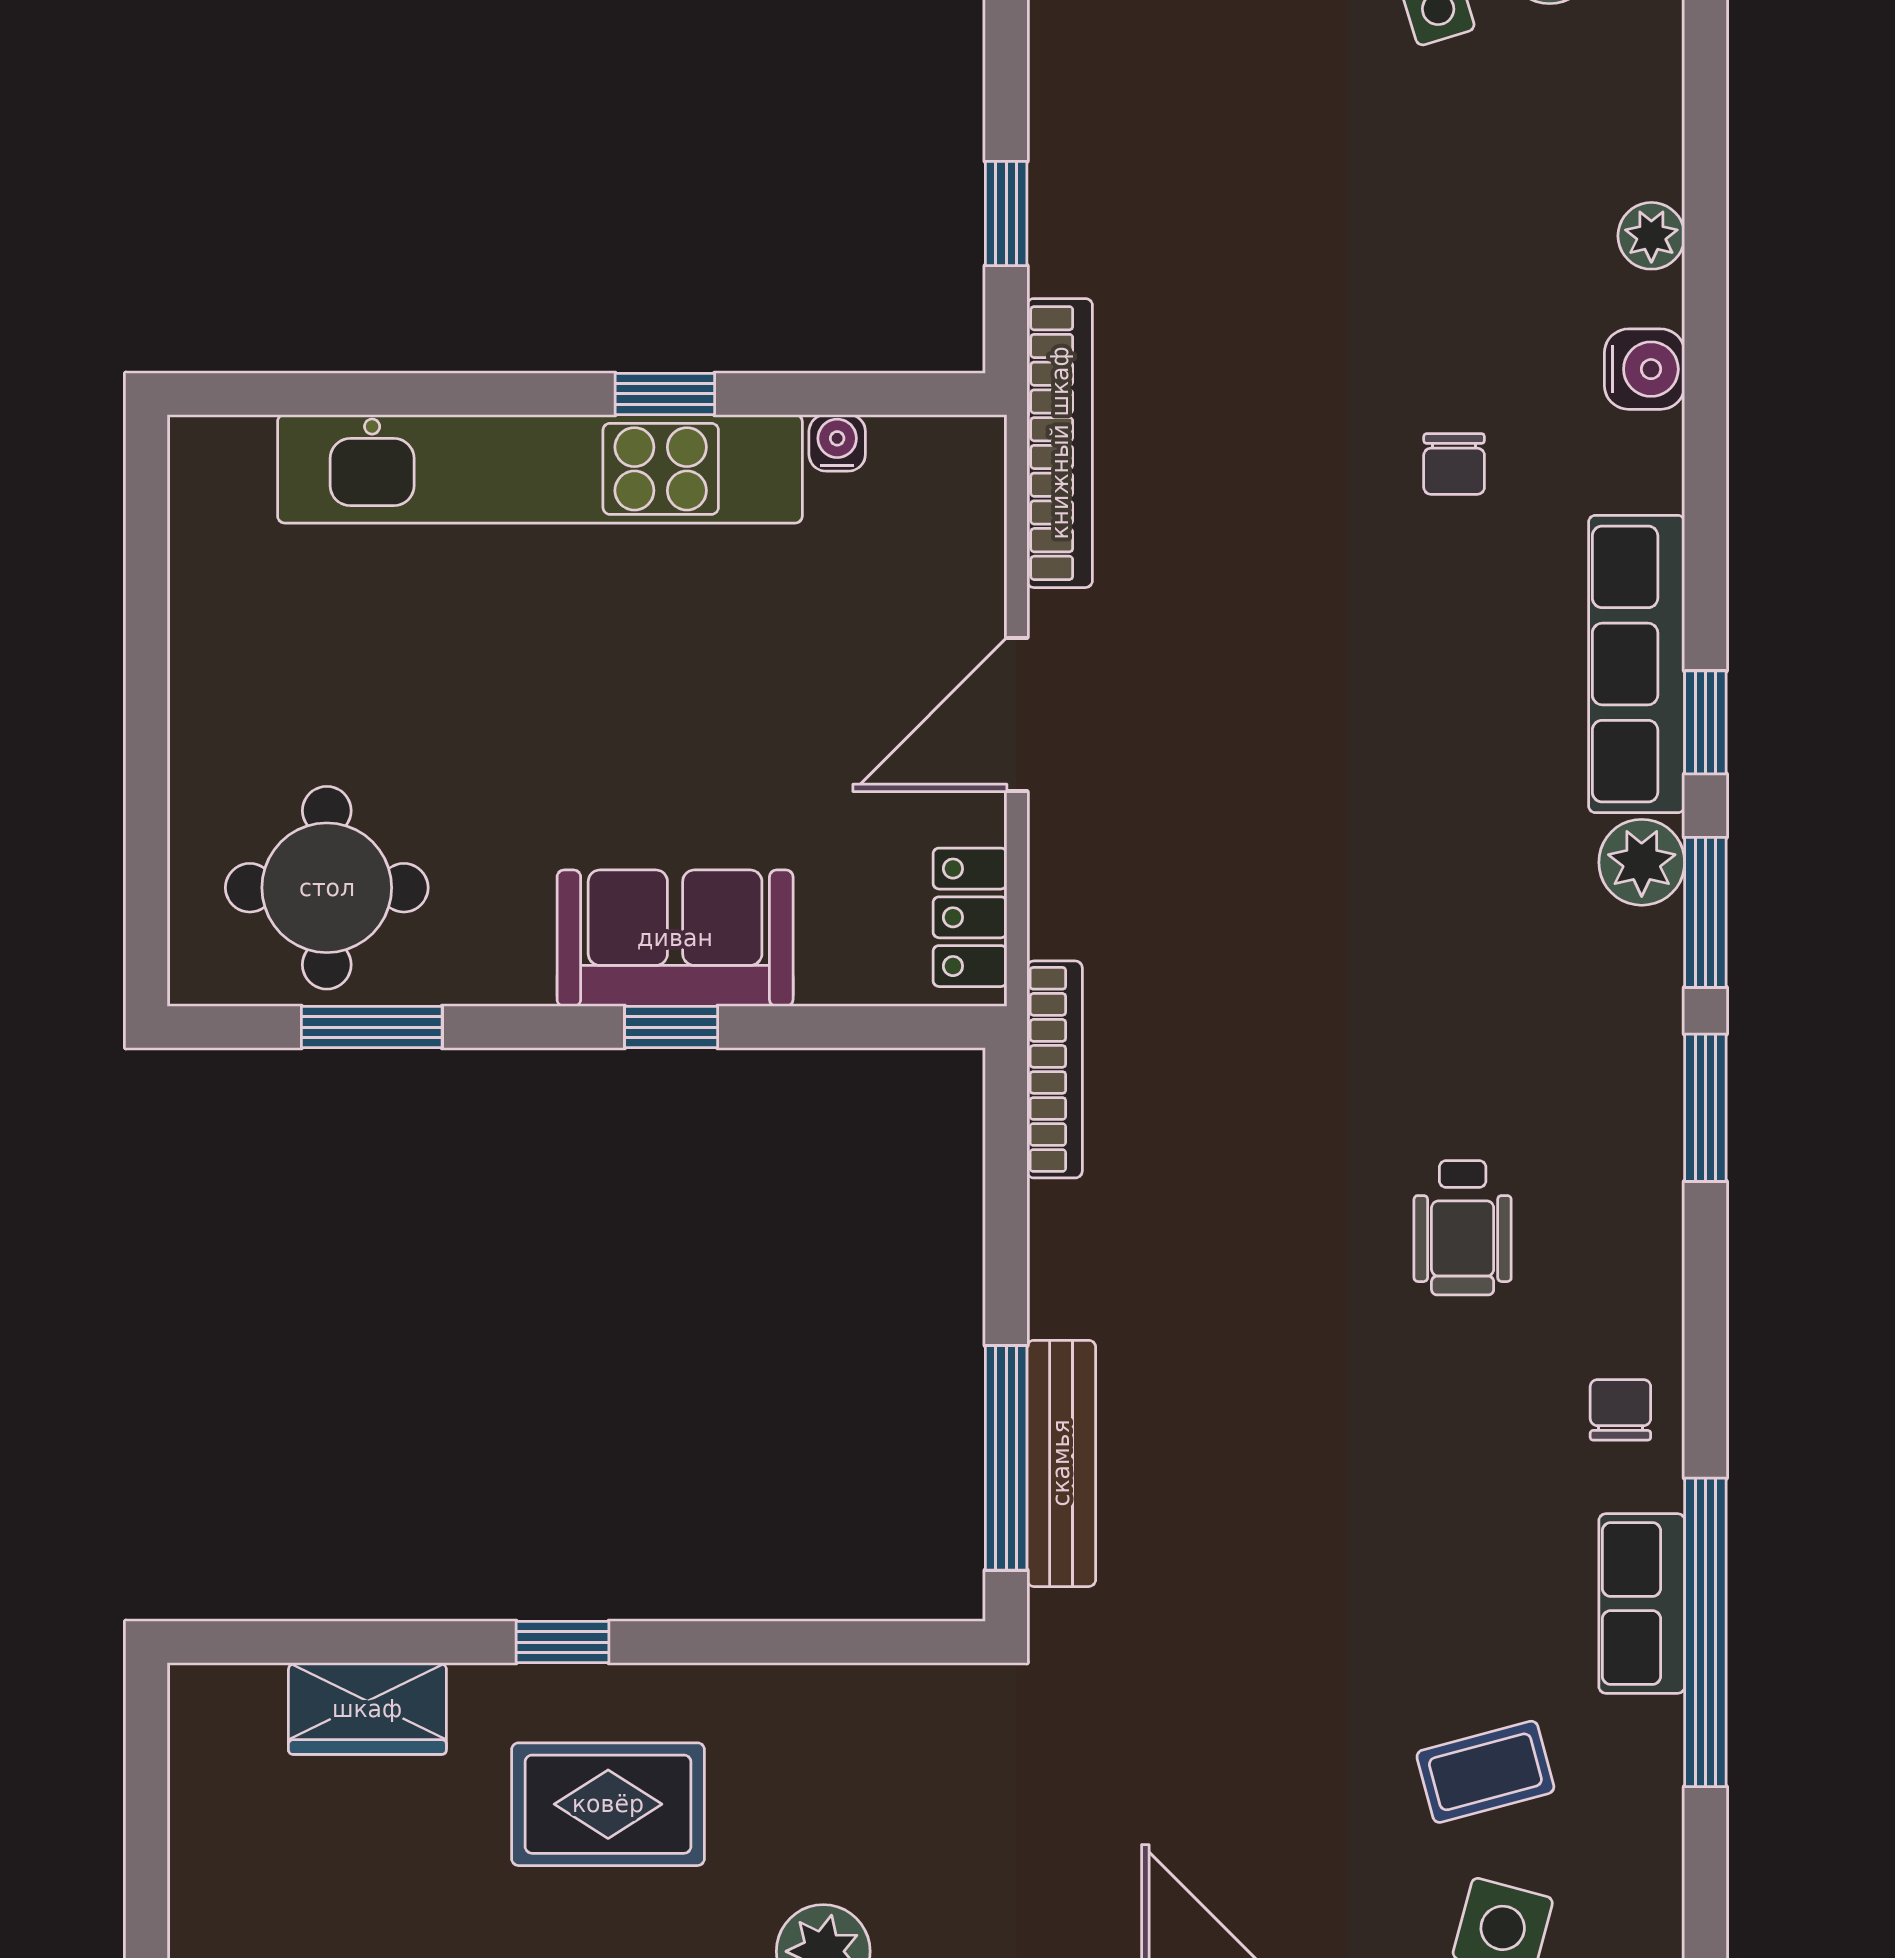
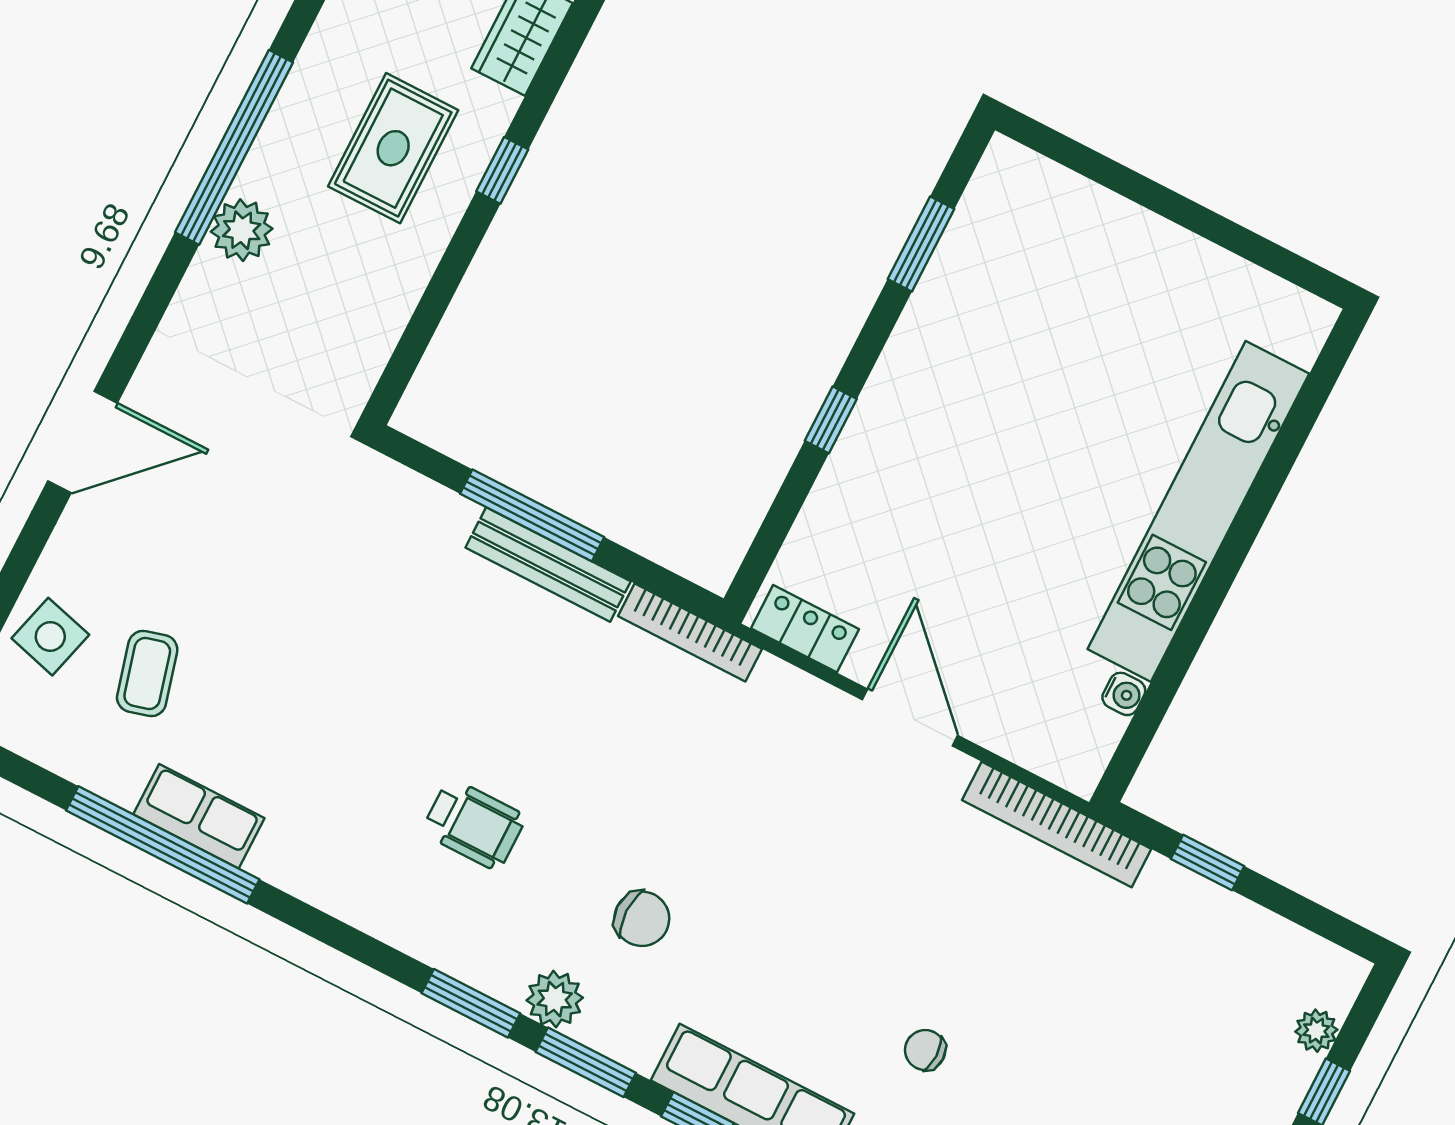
window: (665, 394) -> (1205, 607), removed
plant: (1642, 862) -> (555, 999), moved
round table: (327, 888) -> (1017, 260), removed
sofa: (675, 938) -> (882, 449), removed
wheelchair: (1463, 1228) -> (474, 824), turned 180
chair: (1620, 1410) -> (642, 919), moved, width x1.37, depth x1.37
window: (1006, 1458) -> (532, 515), moved
bench: (1061, 1463) -> (548, 564), moved

